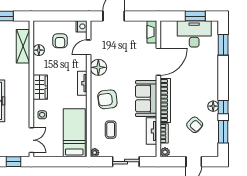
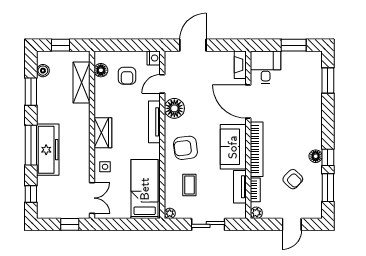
desk: (194, 34) -> (266, 67), moved, width x0.73
floor lamp: (39, 50) -> (101, 70), moved
door: (158, 62) -> (248, 101), swing flipped
tv unit: (82, 83) -> (154, 122), width x1.41

